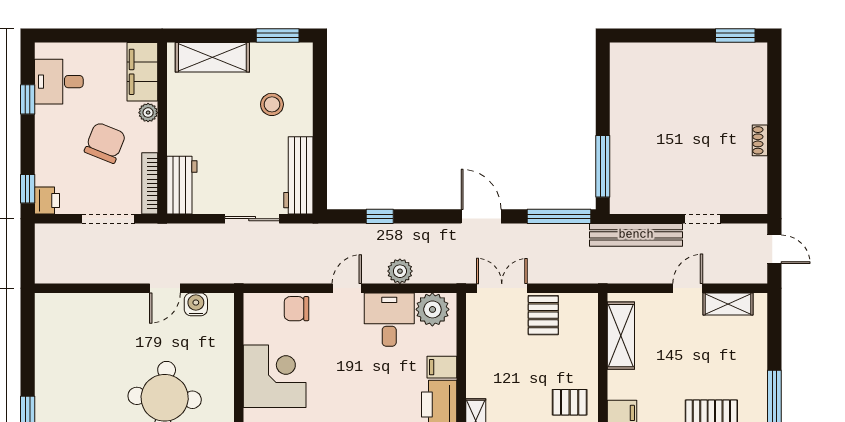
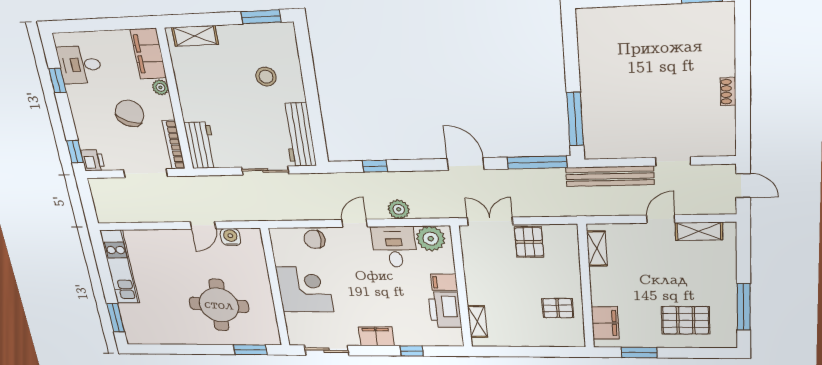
shelving: (212, 57) -> (195, 36), width x0.67, depth x0.75
shelving: (621, 336) -> (597, 249), width x0.67, depth x0.75
kitchen unit: (49, 344) -> (120, 267), added

